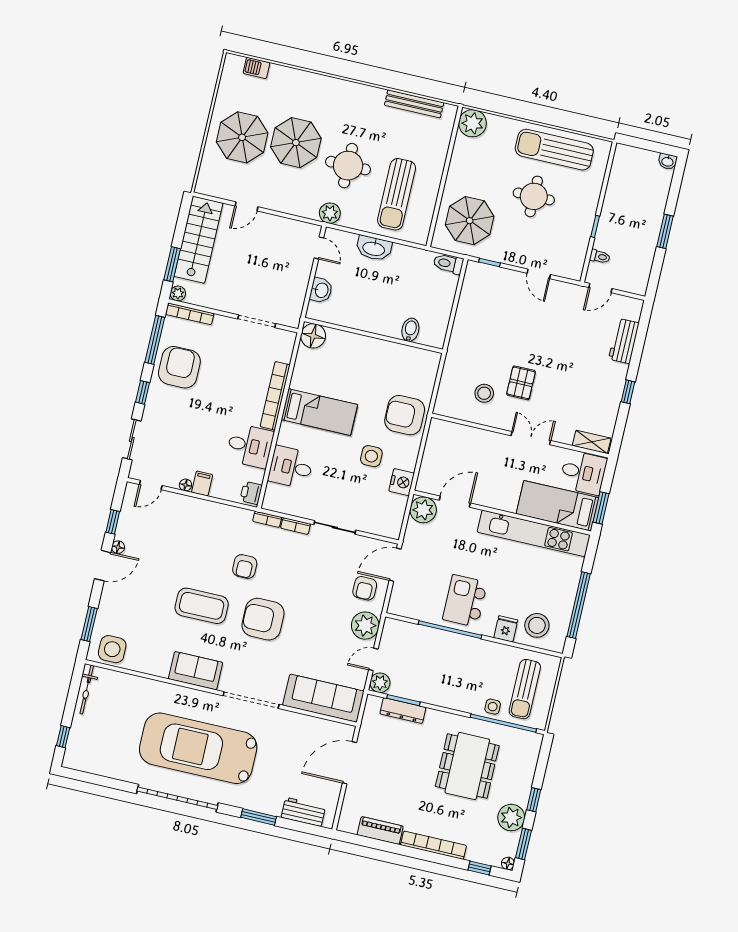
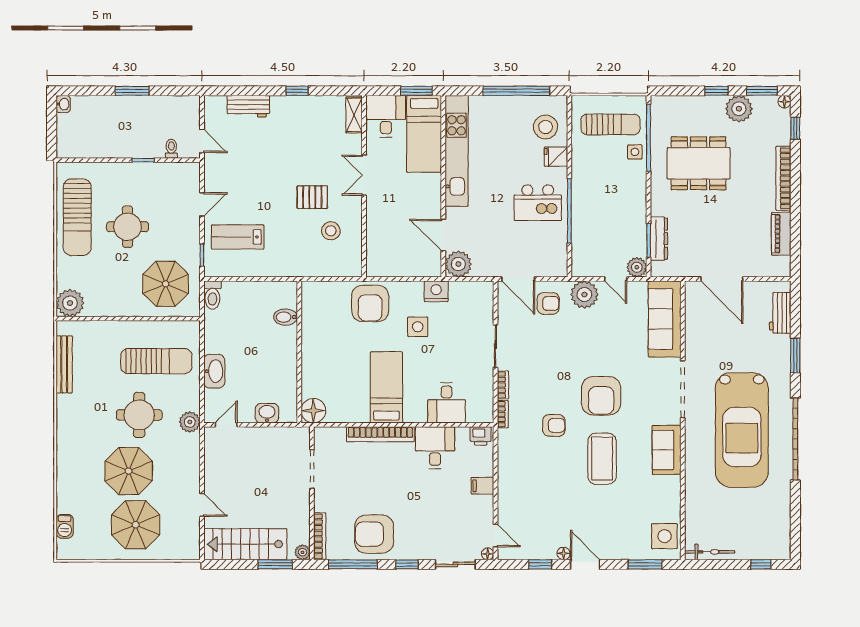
lab bench: (499, 301) -> (238, 237), added
floor lamp: (185, 485) -> (488, 554), moved

